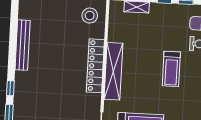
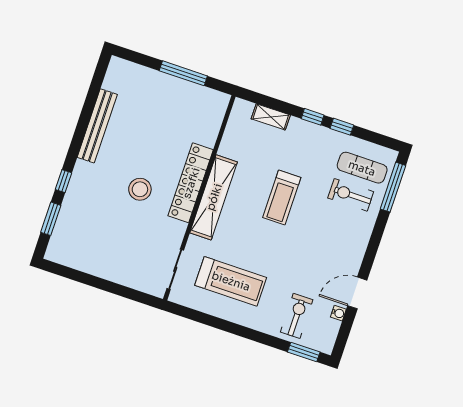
stool: (90, 16) -> (140, 189), moved
treadmill: (171, 69) -> (282, 197), moved

